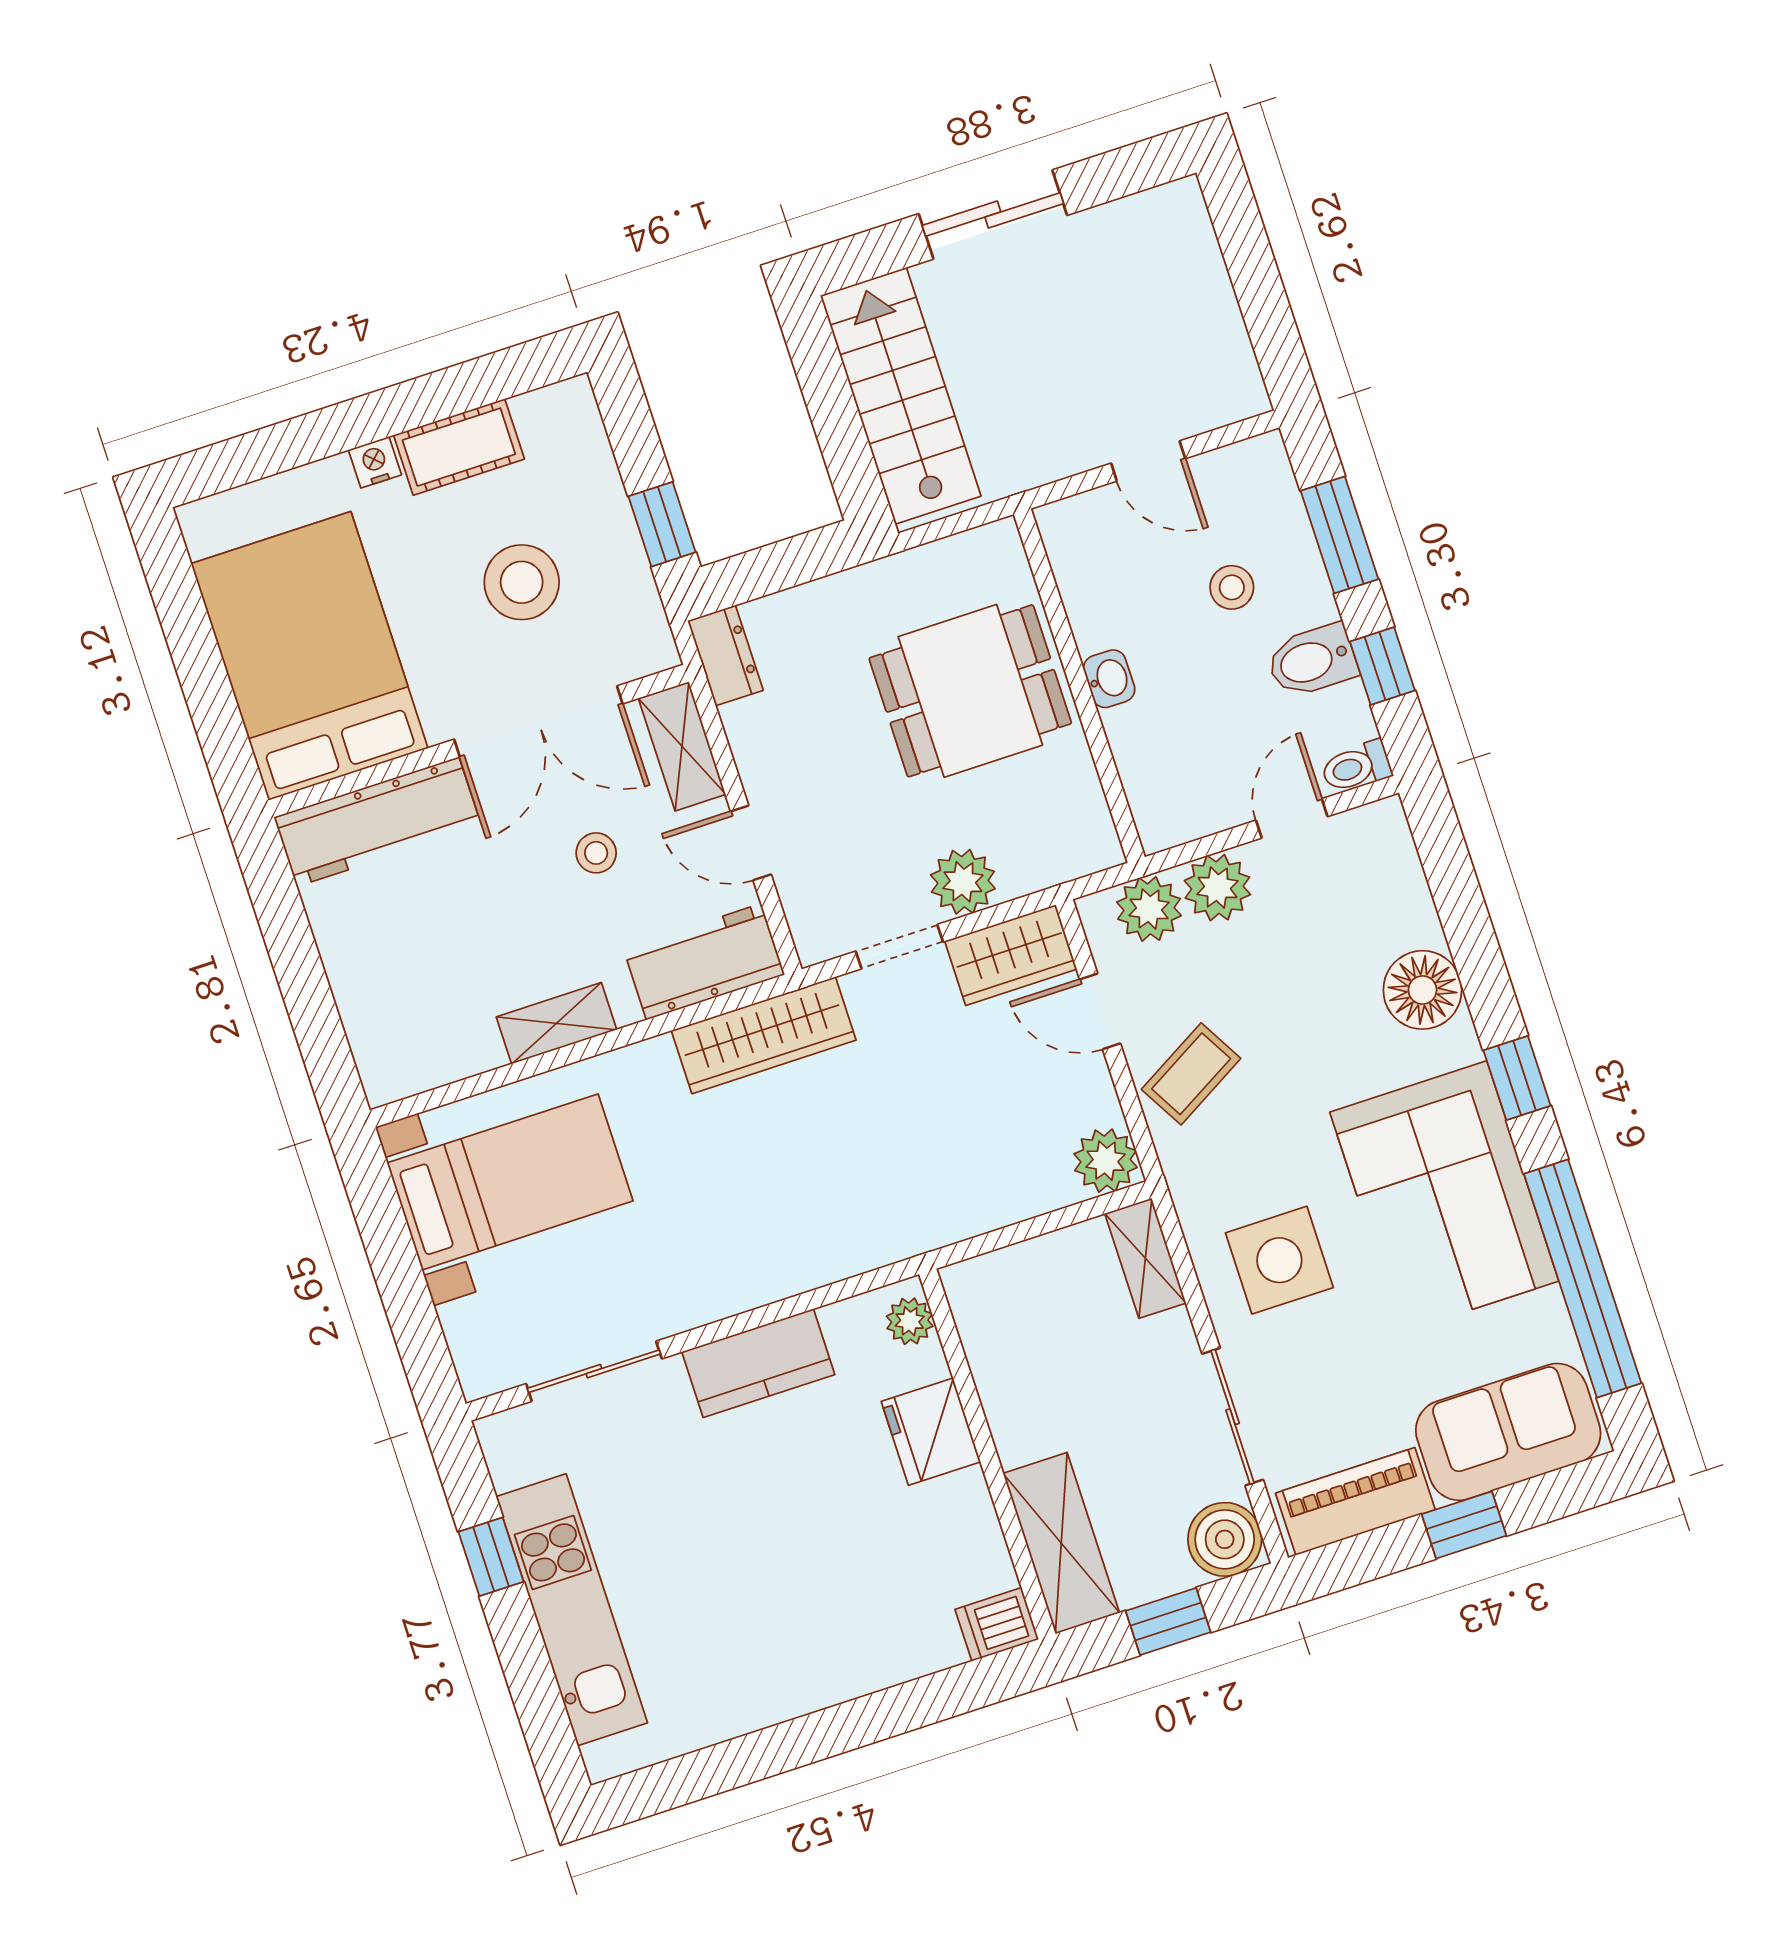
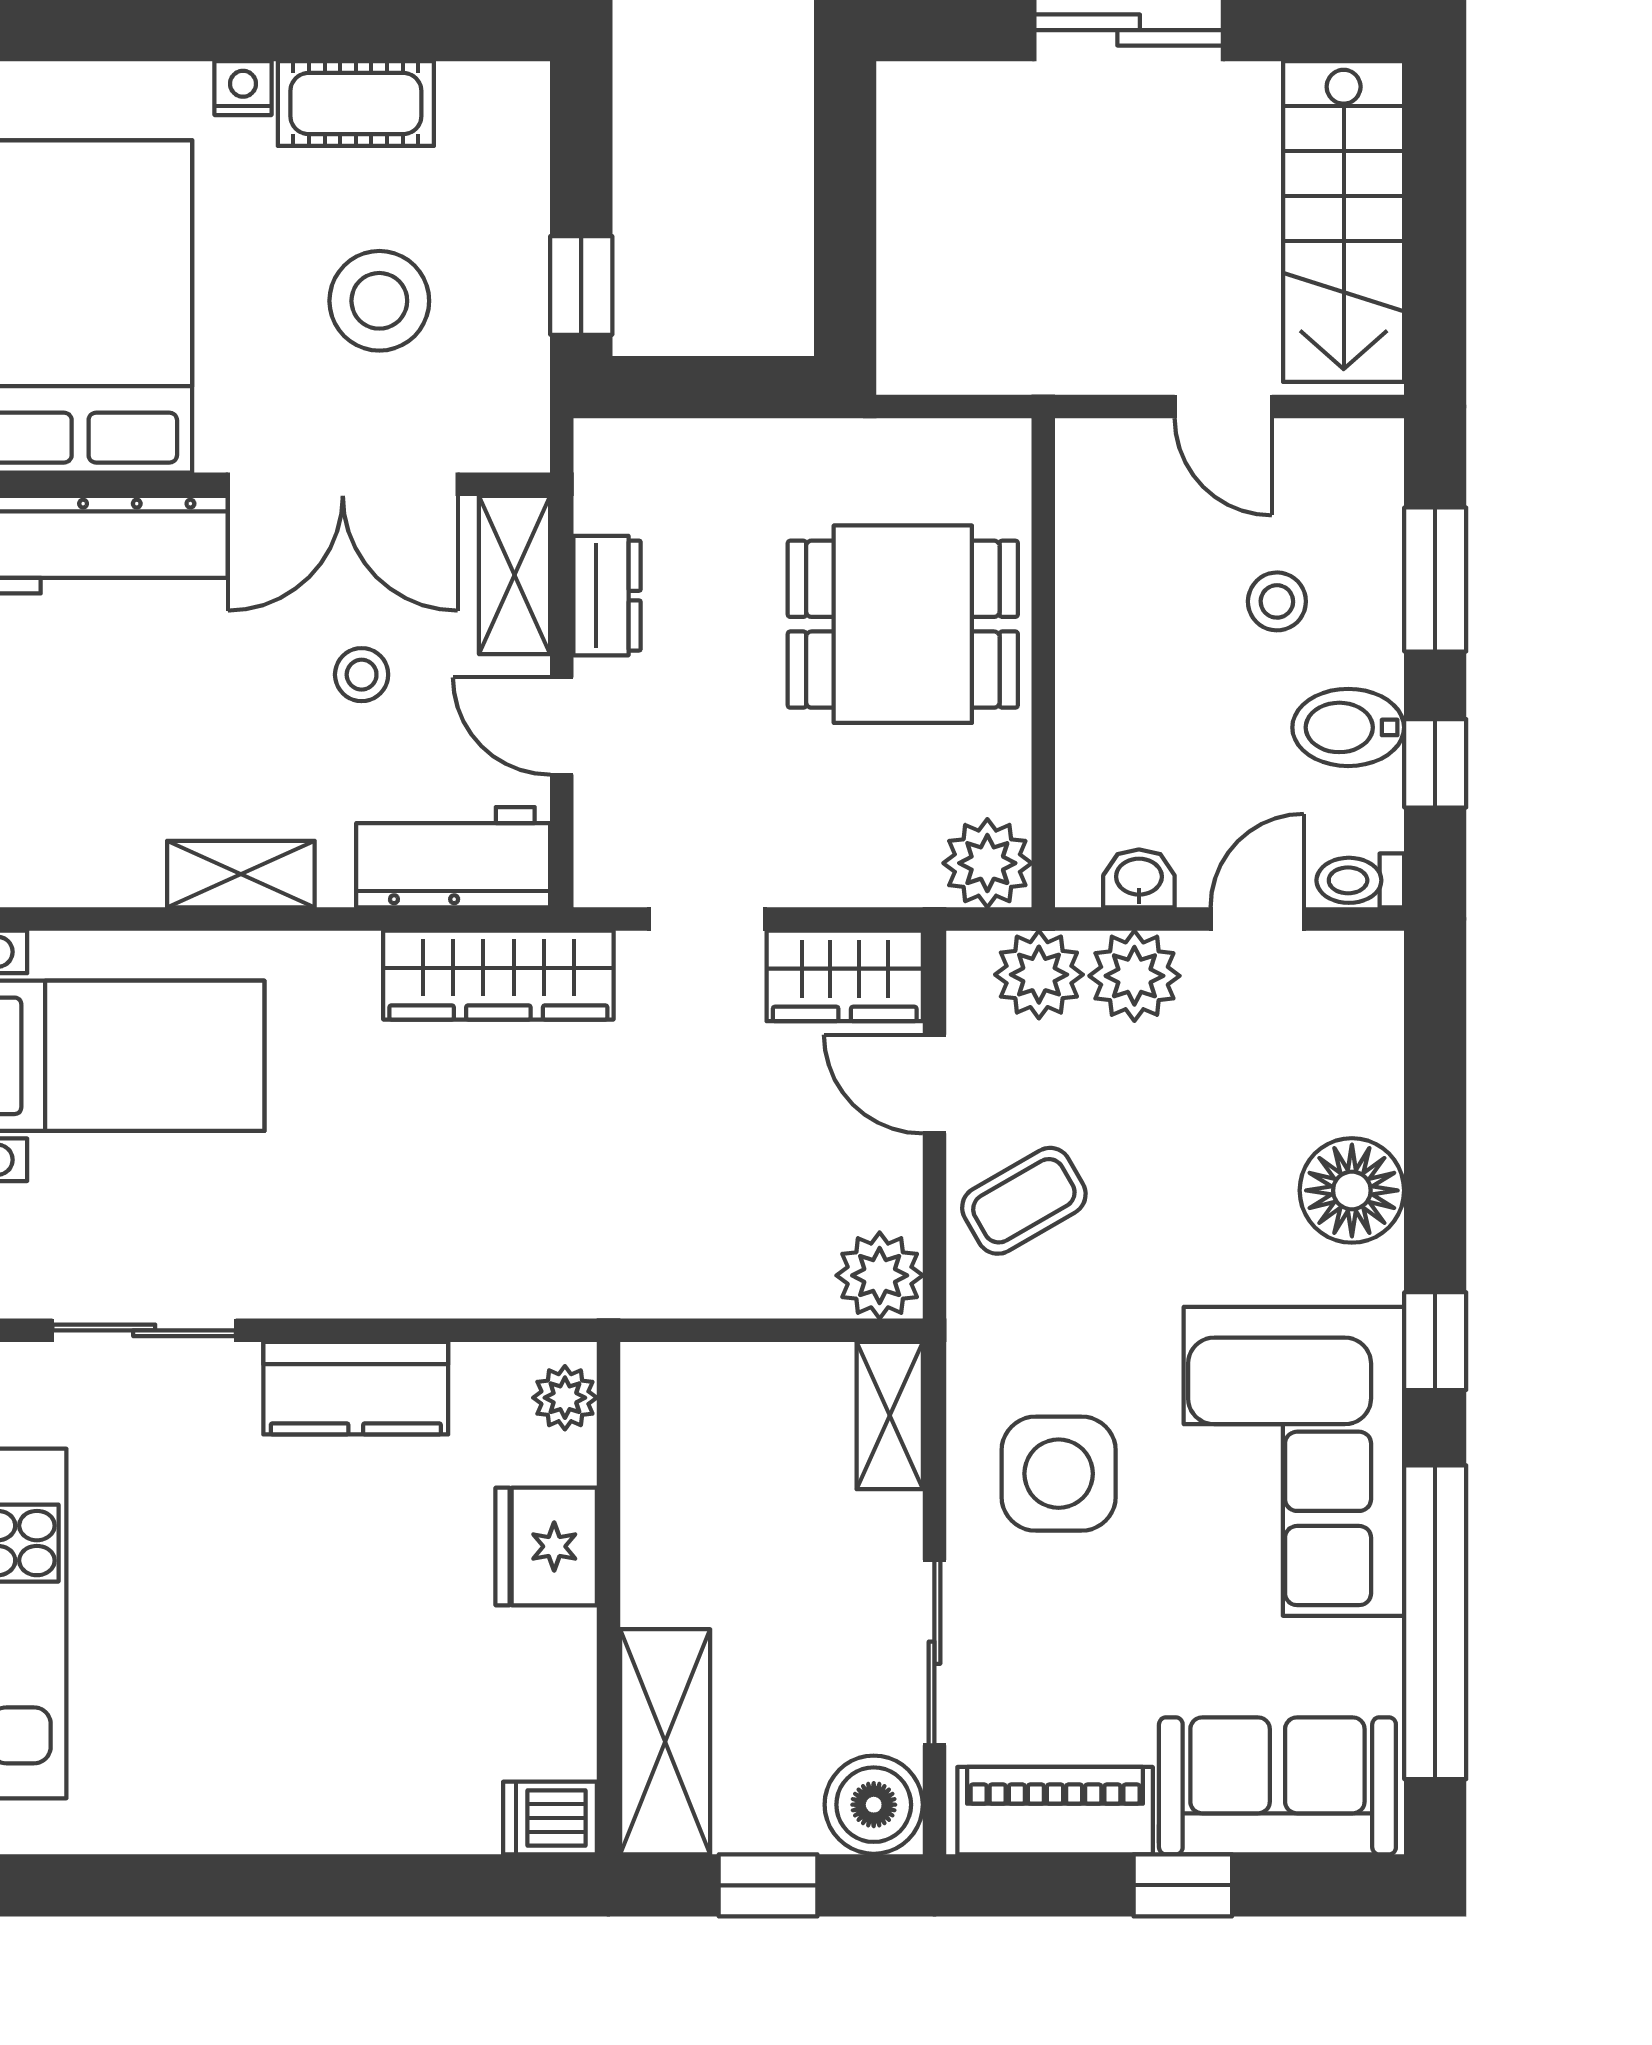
stairs: (901, 396) -> (1344, 222), moved, turned 180
dresser: (725, 655) -> (607, 596), moved
washbasin: (1109, 679) -> (1139, 878), moved, turned -90
plant: (963, 882) -> (987, 863), moved

